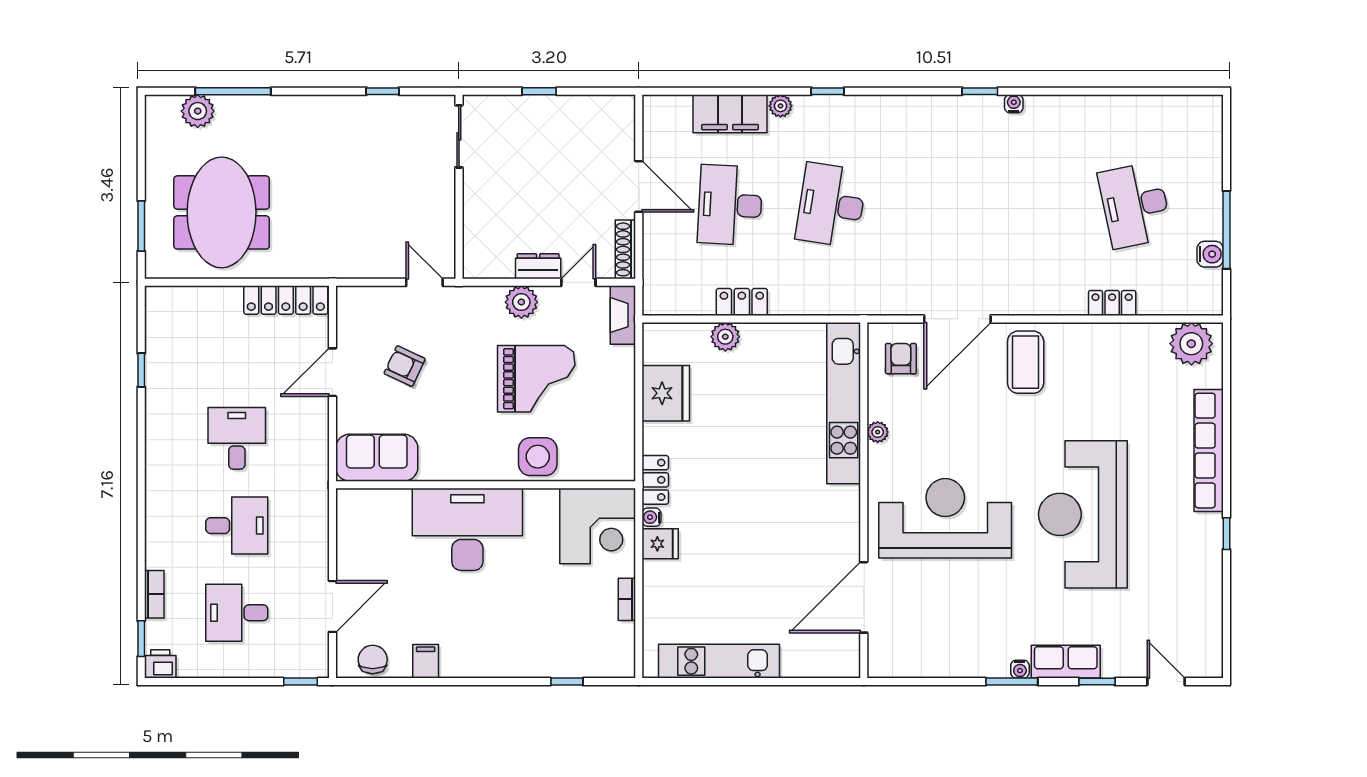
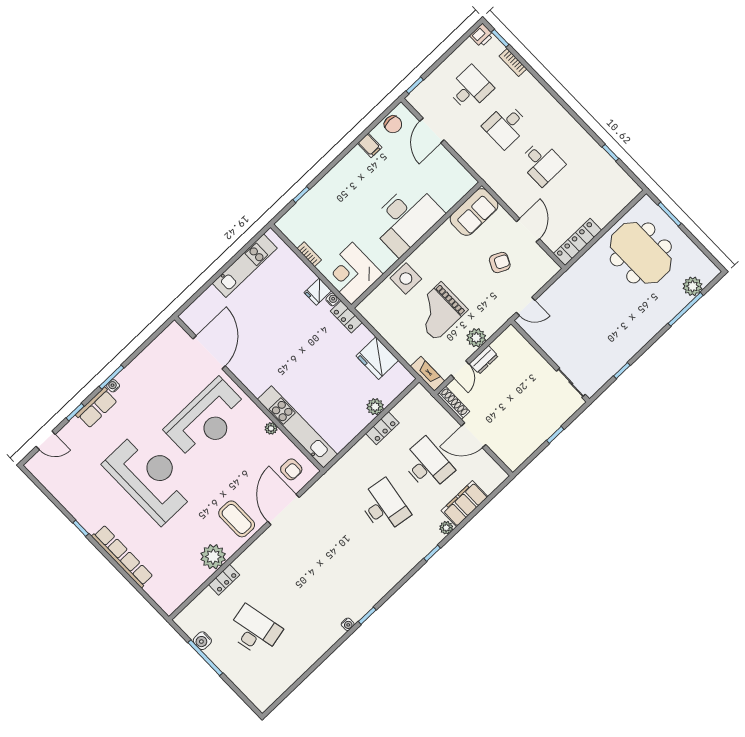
plant: (1191, 344) -> (213, 557), moved

